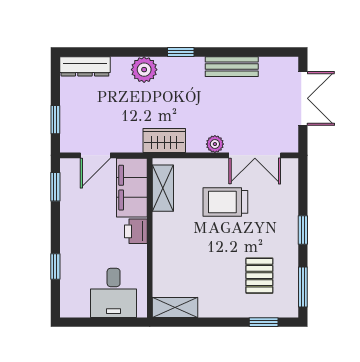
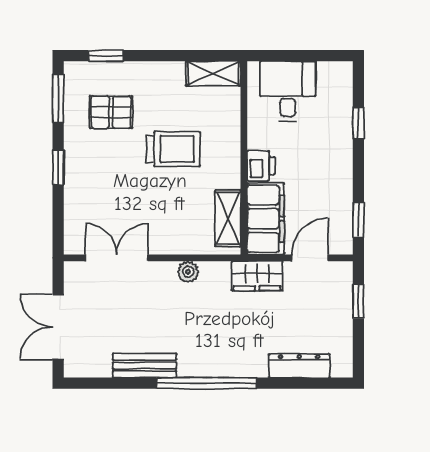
window: (181, 52) -> (206, 383), width x3.17
dresser: (85, 66) -> (299, 366), moved
plant: (144, 70) -> (251, 362), removed
wardrobe: (164, 140) -> (257, 276), moved
plant: (215, 144) -> (188, 272), moved
trolley: (225, 202) -> (173, 149), moved
pallet: (259, 276) -> (111, 112), turned 90

